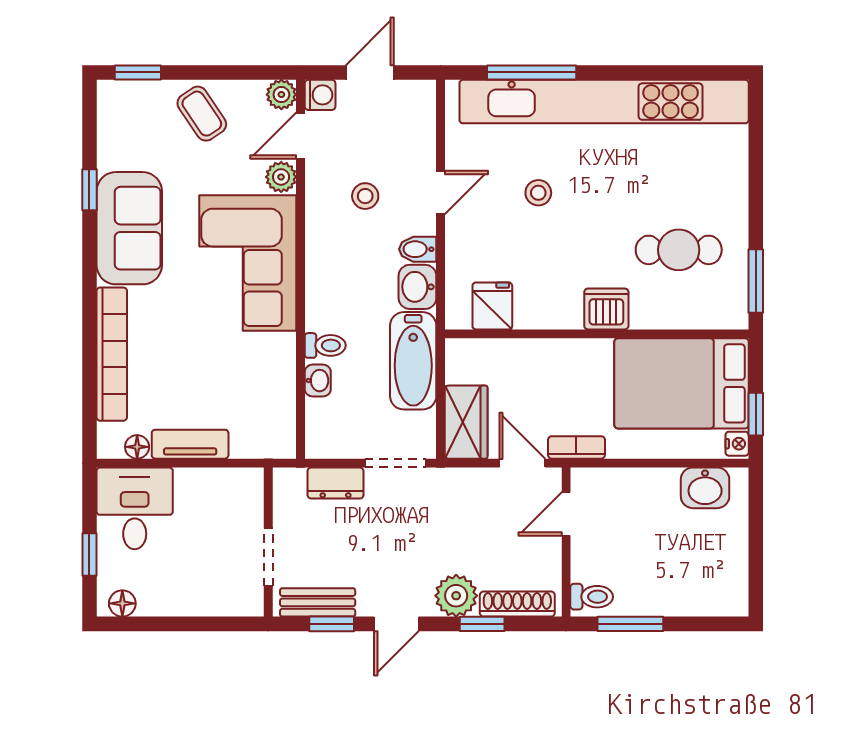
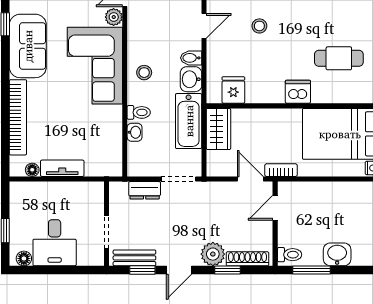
stool: (365, 196) -> (144, 73), moved
wardrobe: (466, 422) -> (219, 129), moved
washbasin: (705, 488) -> (337, 254), moved, turned 180
desk: (135, 508) -> (55, 243), moved, turned 180

